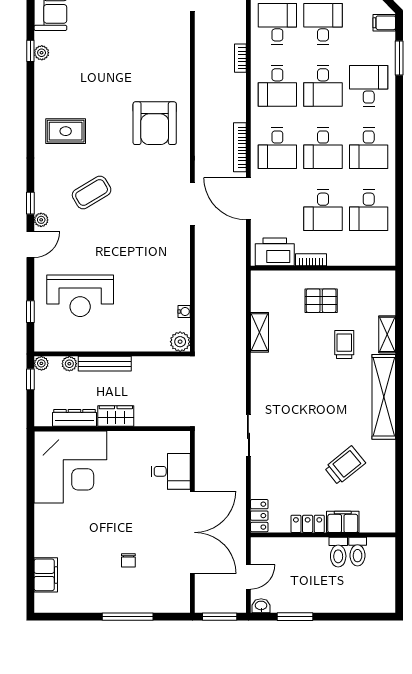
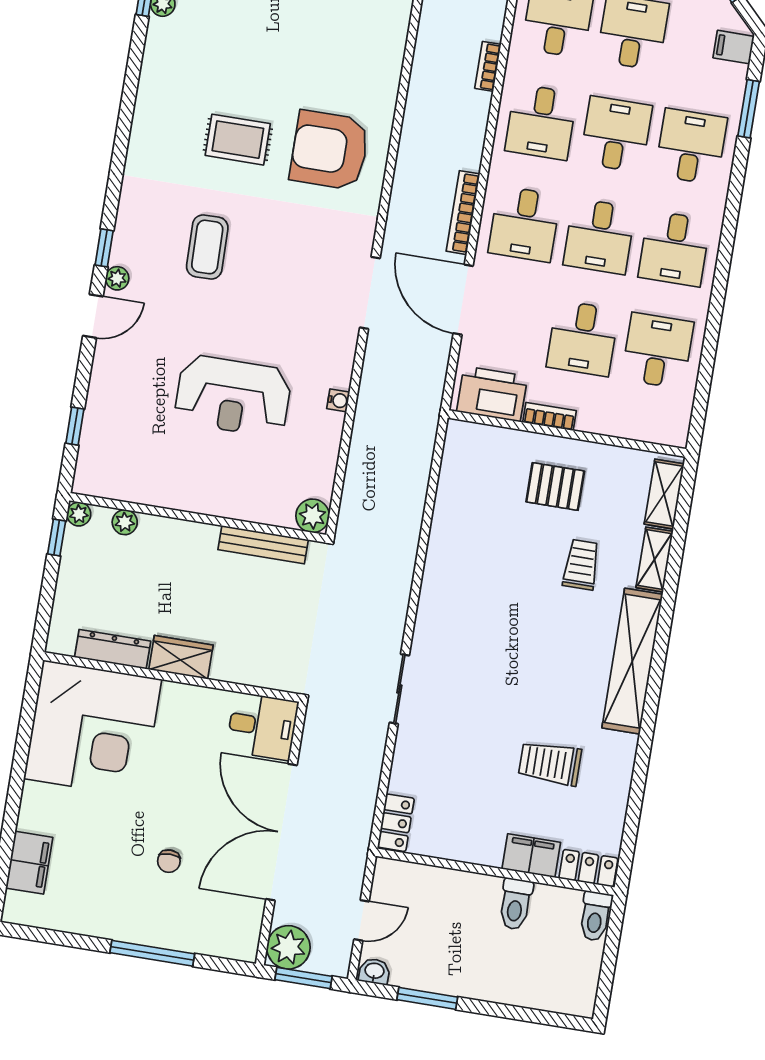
desk: (323, 86) -> (616, 134), turned 180
armchair: (155, 123) -> (330, 150), turned 90
rug: (66, 131) -> (238, 140), moved
coffee table: (92, 192) -> (207, 247), turned -60
desk: (369, 210) -> (658, 351), turned 180
reception desk: (80, 296) -> (233, 396), moved
water cooler: (184, 311) -> (338, 400), moved
shelving: (260, 332) -> (664, 494), moved
bench: (105, 364) -> (263, 545), moved
wardrobe: (116, 416) -> (181, 657), moved
dresser: (74, 418) -> (113, 649), moved
wall: (112, 429) -> (172, 677), moved
trolley: (345, 465) -> (550, 763), turned -141
corner desk: (70, 467) -> (93, 729), moved
locker: (308, 524) -> (588, 868), moved
double door: (192, 532) -> (281, 832), swing flipped
toilet: (358, 552) -> (595, 916), moved
plant: (208, 600) -> (288, 947), added

